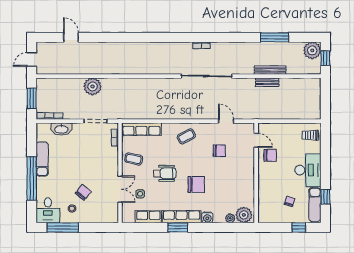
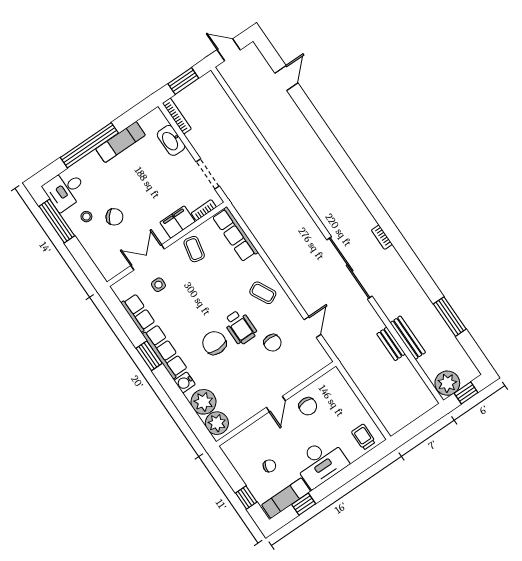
plant: (312, 50) -> (447, 383), moved
plant: (93, 86) -> (246, 143), removed
door: (256, 140) -> (276, 404), moved
filing cabinet: (111, 158) -> (177, 222), added
wheelchair: (165, 173) -> (240, 327), moved
chair: (196, 185) -> (214, 343), turned 180
double door: (120, 189) -> (148, 257), swing flipped
plant: (230, 218) -> (204, 402), width x1.87, depth x1.87

